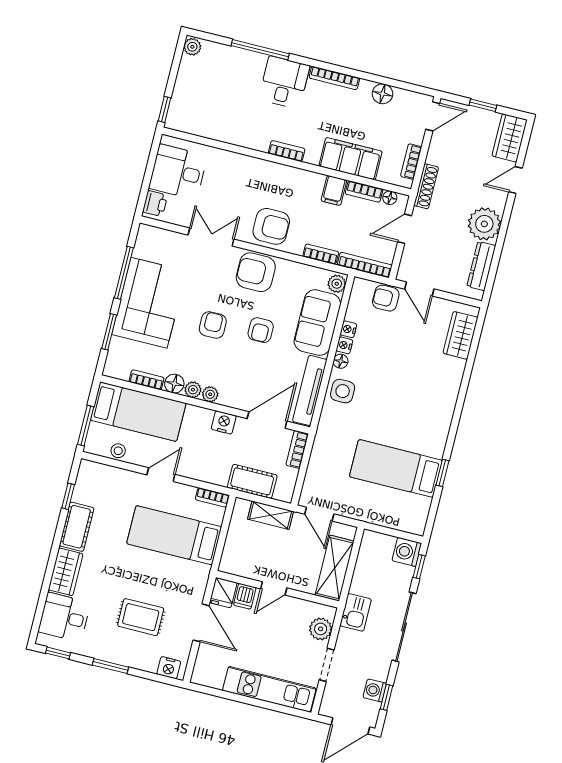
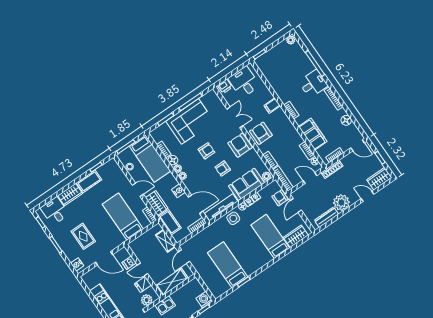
filing cabinet: (334, 190) -> (272, 106), moved
armchair: (271, 226) -> (261, 133), turned 180
bed: (422, 369) -> (270, 236), added
wardrobe: (207, 470) -> (157, 203), added
fridge: (223, 593) -> (143, 284), moved
door: (201, 623) -> (104, 258), hinge flipped

